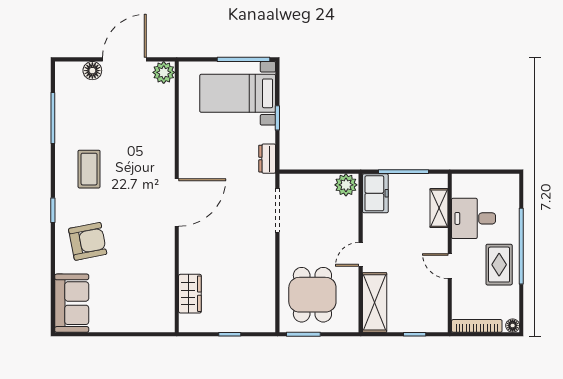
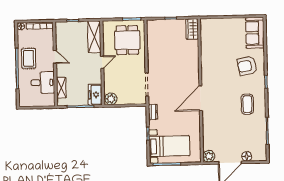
door: (177, 203) -> (201, 98), moved
wardrobe: (190, 294) -> (192, 29), moved

